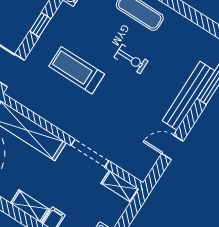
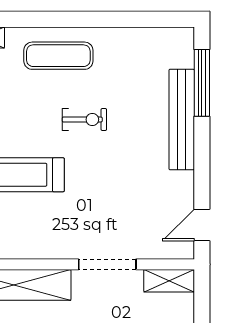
door: (172, 147) -> (202, 225), moved

